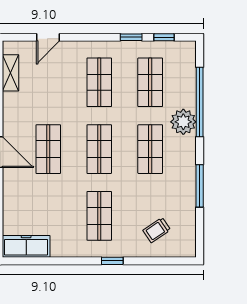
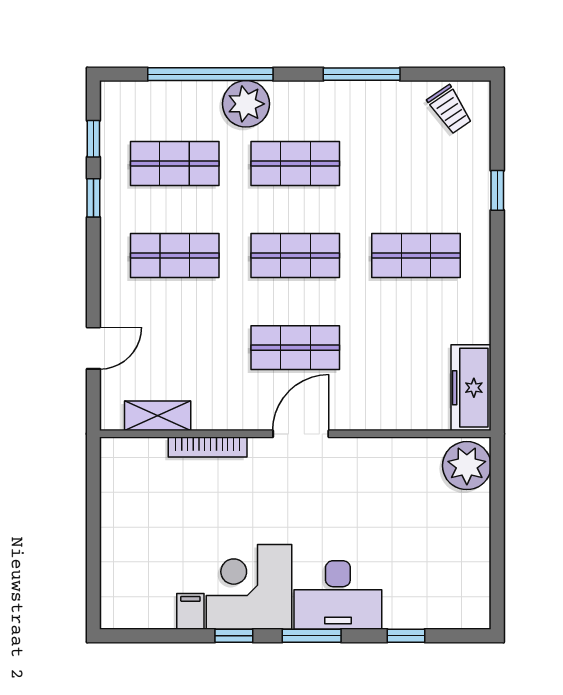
door: (48, 37) -> (93, 348), hinge flipped
trolley: (157, 230) -> (450, 110), moved
window: (112, 261) -> (497, 190), moved

